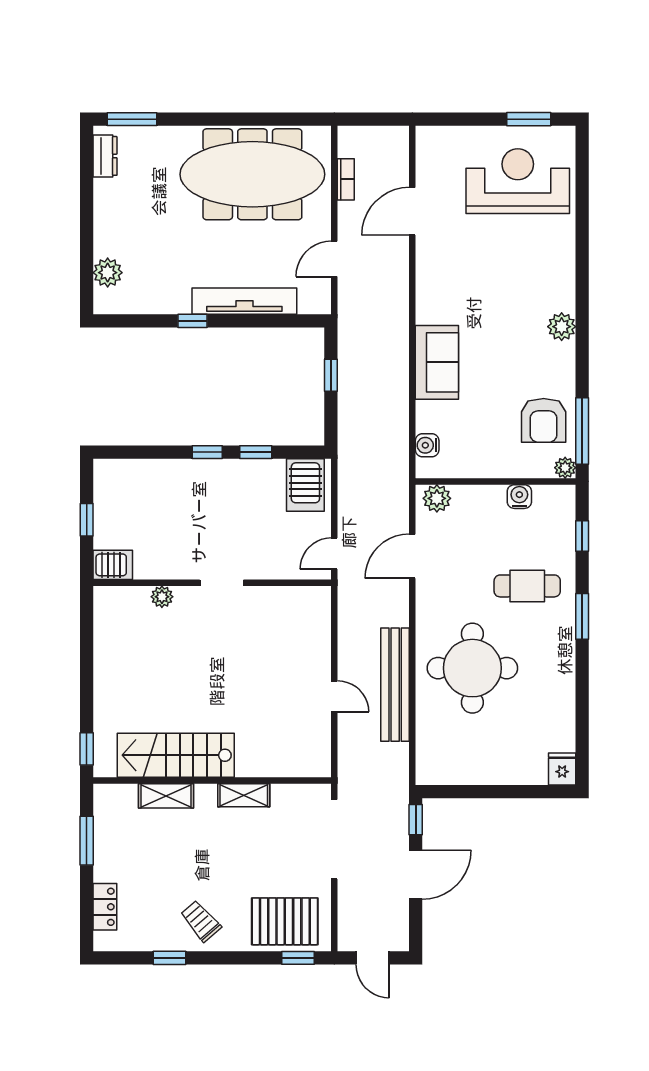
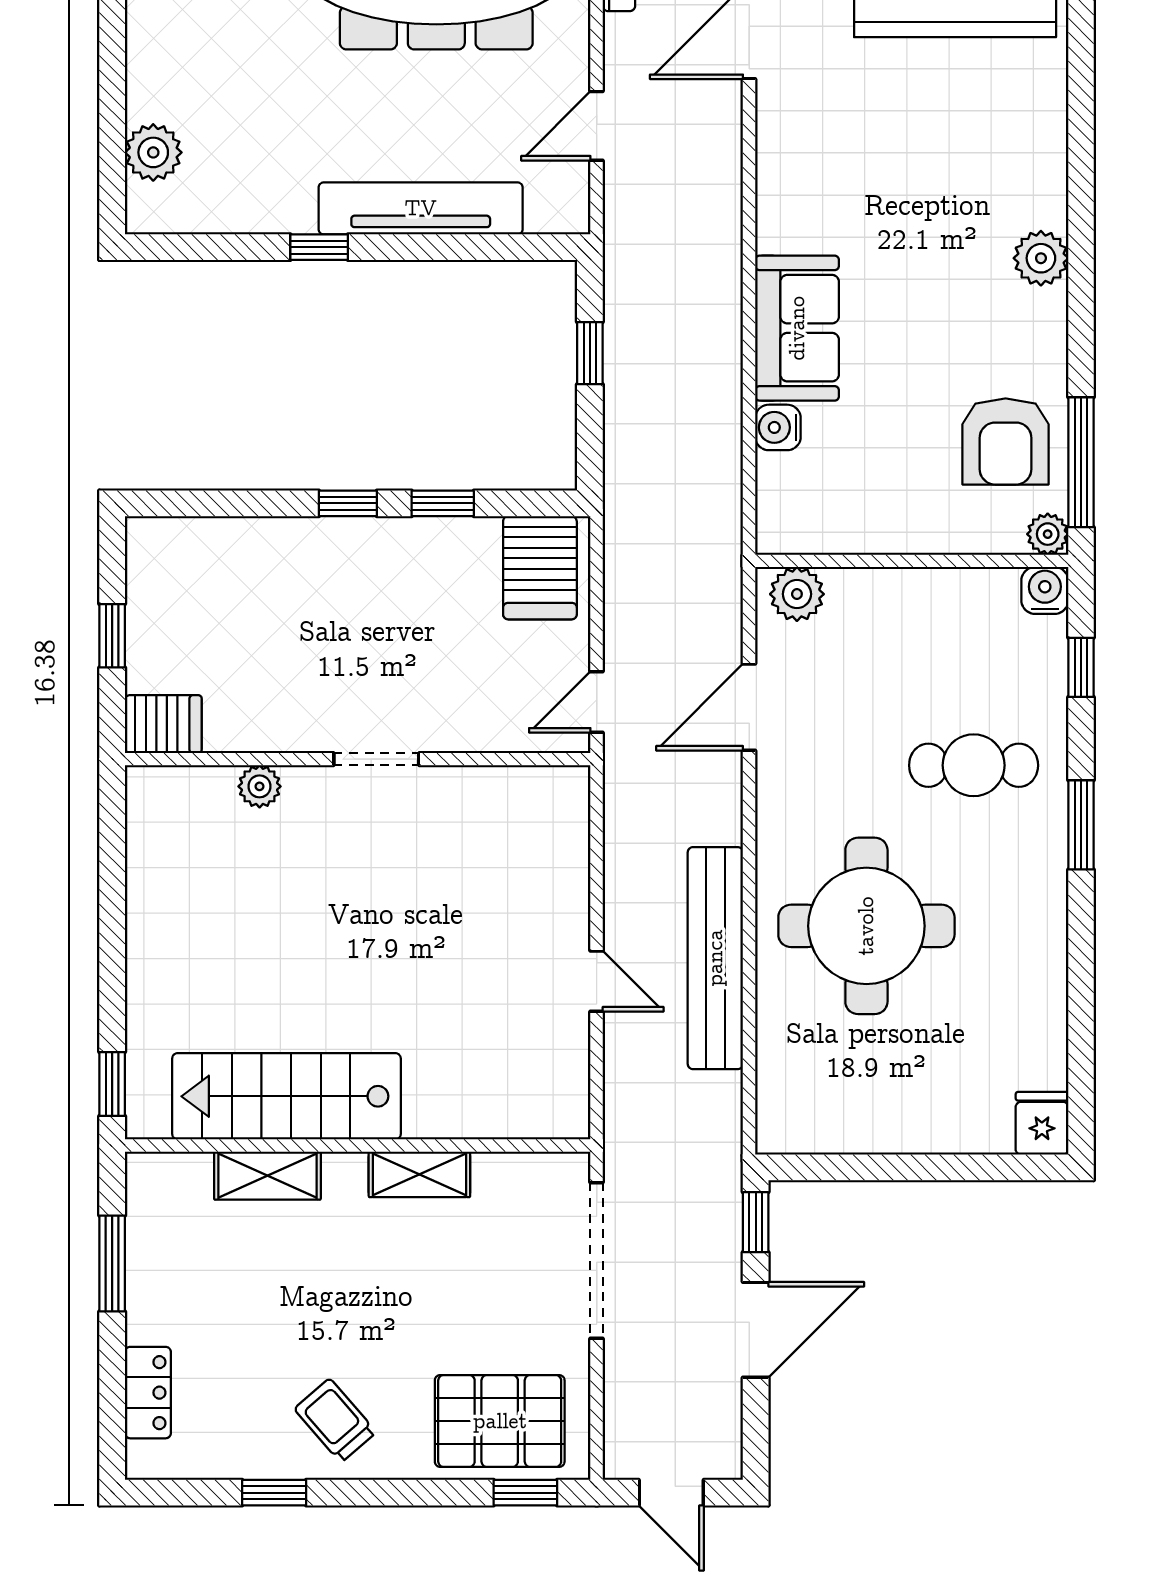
water cooler: (427, 445) -> (778, 427), moved
water cooler: (519, 497) -> (1045, 590), moved

